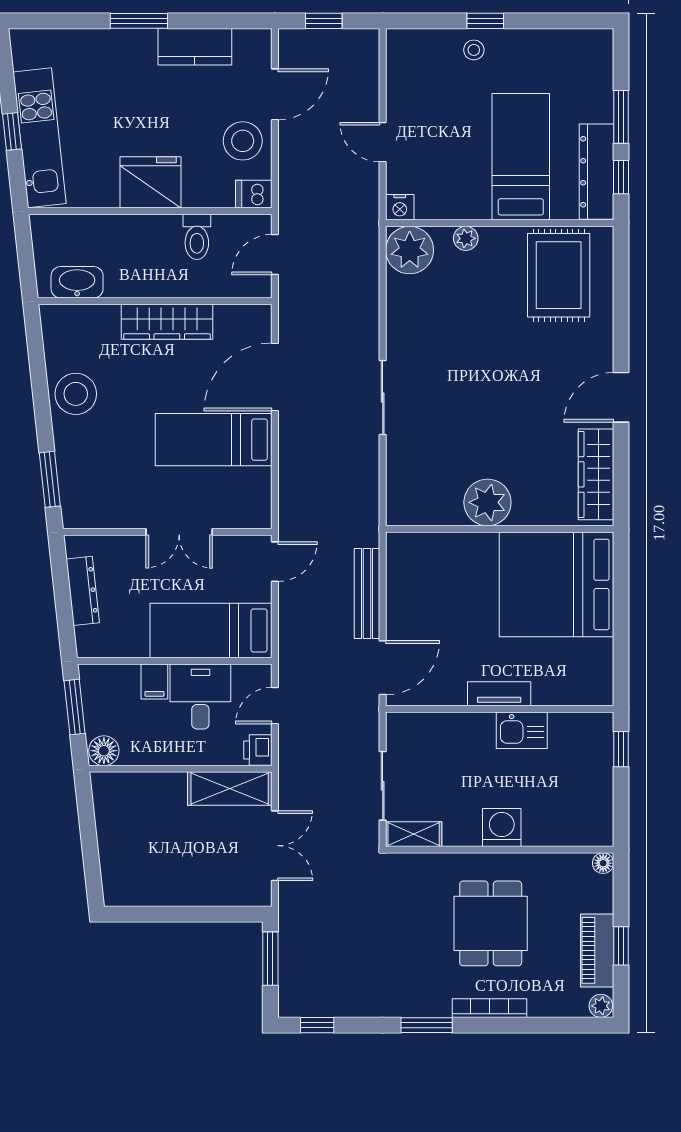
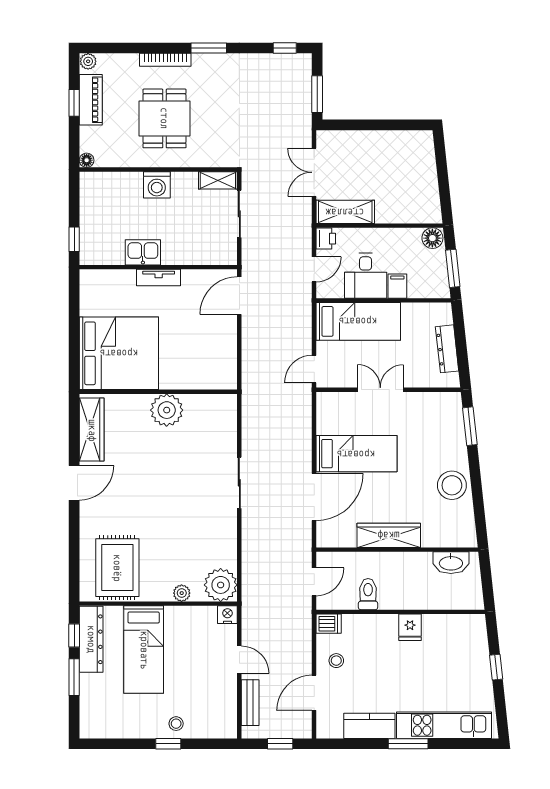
kitchen unit: (40, 138) -> (444, 725), moved, turned 96
stool: (243, 141) -> (336, 661), width x0.53, depth x0.53
fridge: (151, 182) -> (410, 627), width x0.53, depth x0.75
bench: (367, 593) -> (250, 703), moved, width x0.73

